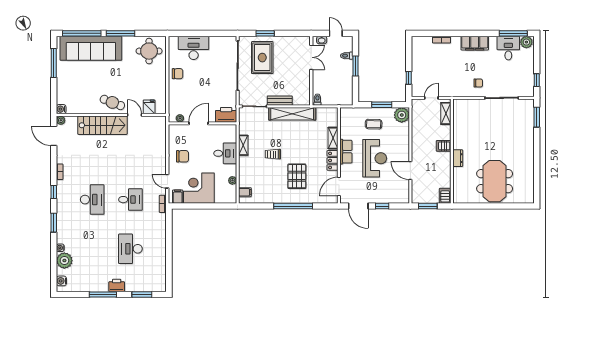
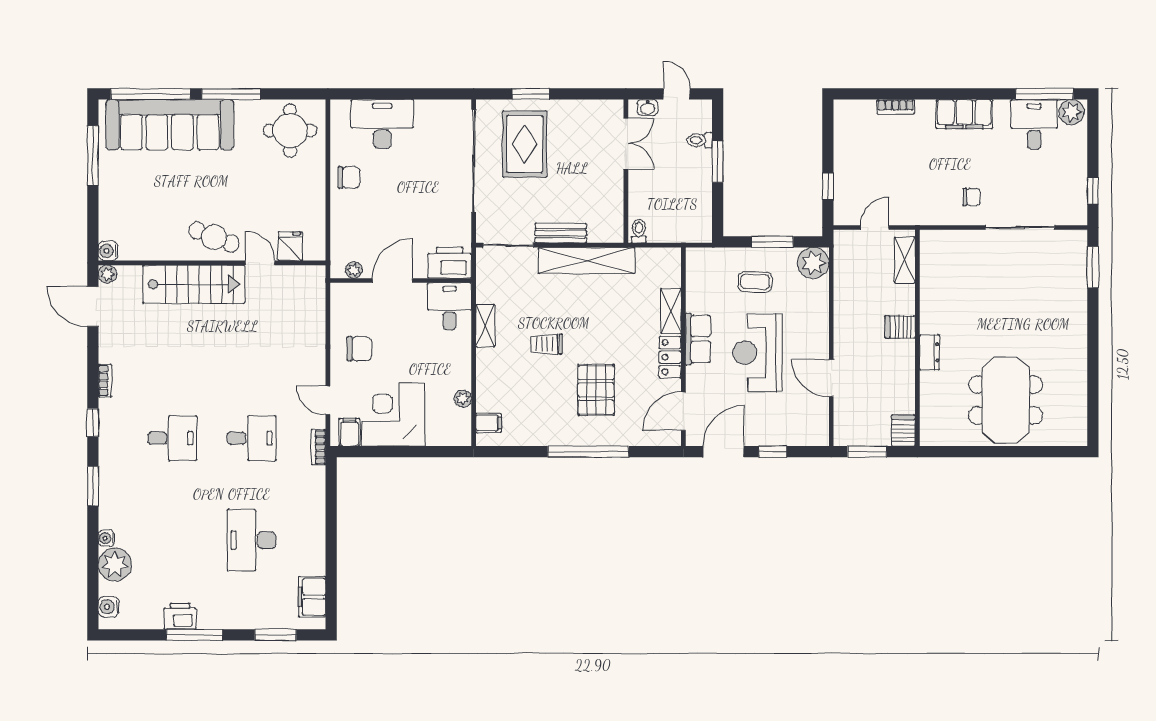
desk: (225, 153) -> (450, 306), moved, turned -90
reception desk: (375, 158) -> (757, 353), turned 180
desk: (92, 200) -> (172, 438), width x0.73
door: (358, 206) -> (723, 452), swing flipped
filing cabinet: (160, 276) -> (312, 597), added
printer: (117, 285) -> (180, 616), moved

